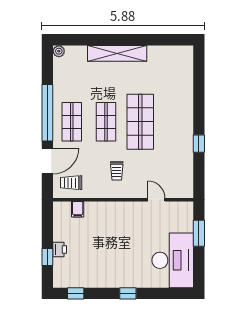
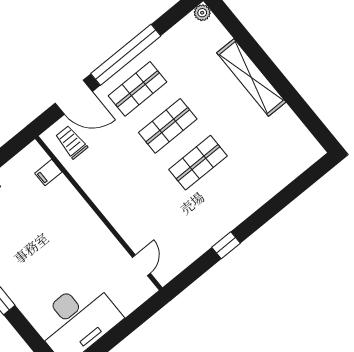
shop shelf: (140, 122) -> (198, 163), width x0.70, depth x0.74
trolley: (117, 171) -> (124, 181), removed
door: (156, 200) -> (141, 265), moved
window: (199, 233) -> (129, 324), removed

